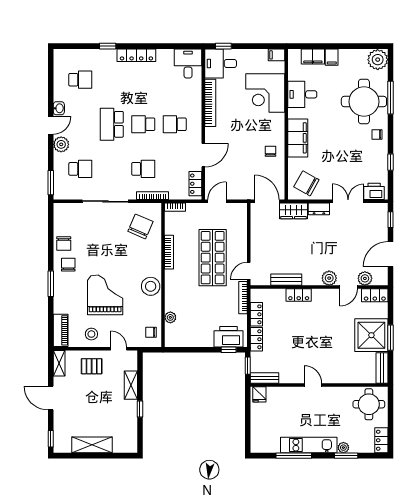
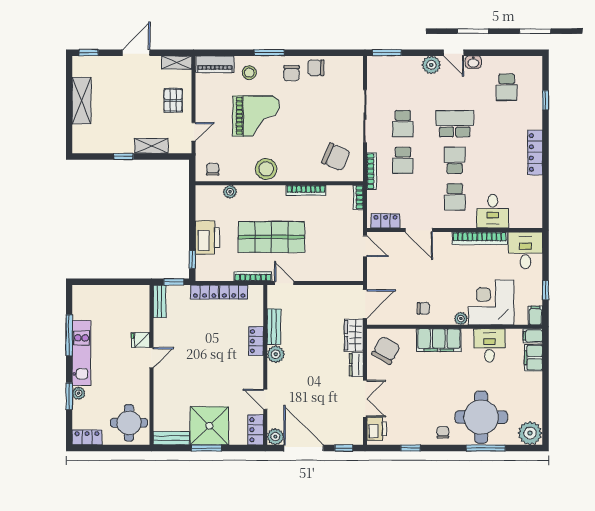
window: (108, 46) -> (546, 100), moved
window: (223, 46) -> (546, 290), moved
filing cabinet: (332, 57) -> (533, 336), moved
desk: (188, 63) -> (493, 211), moved, turned 90
plant: (279, 119) -> (461, 318), added
school desk: (175, 124) -> (455, 197), turned 180
school desk: (80, 169) -> (403, 124), moved
door: (391, 254) -> (304, 448), width x1.36
shop shelf: (213, 258) -> (271, 237), moved
chair: (68, 265) -> (291, 73), turned 91
plant: (329, 278) -> (276, 354), moved
plant: (365, 278) -> (275, 437), moved
stool: (91, 334) -> (249, 73), moved
printer: (228, 337) -> (207, 237), moved
fridge: (259, 394) -> (141, 340), moved

